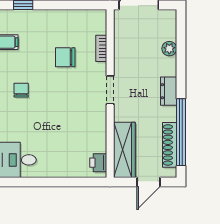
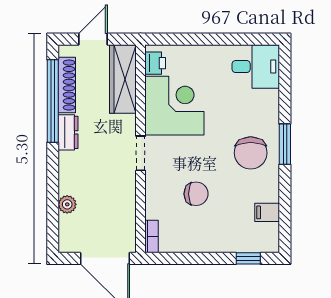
bookcase: (101, 48) -> (152, 236), moved
chair: (21, 90) -> (251, 153), width x1.87, depth x1.87
dresser: (169, 91) -> (68, 132), moved
corner desk: (83, 128) -> (174, 106), added

